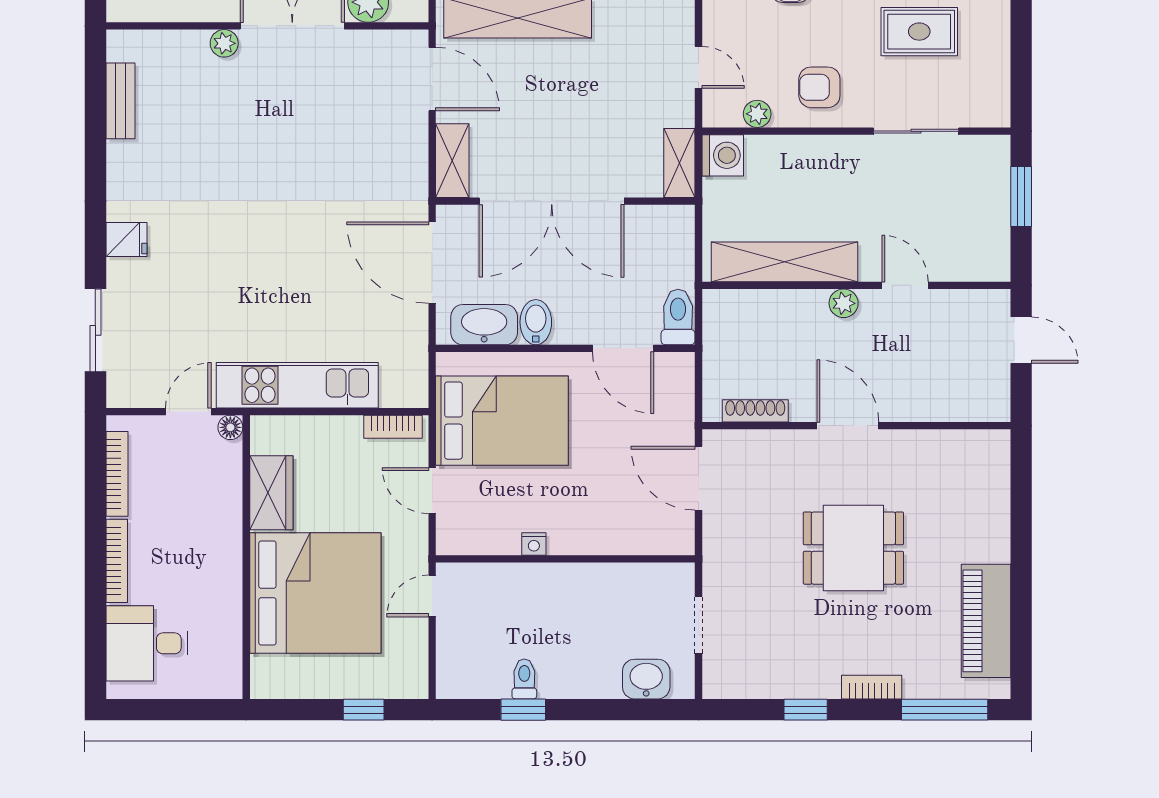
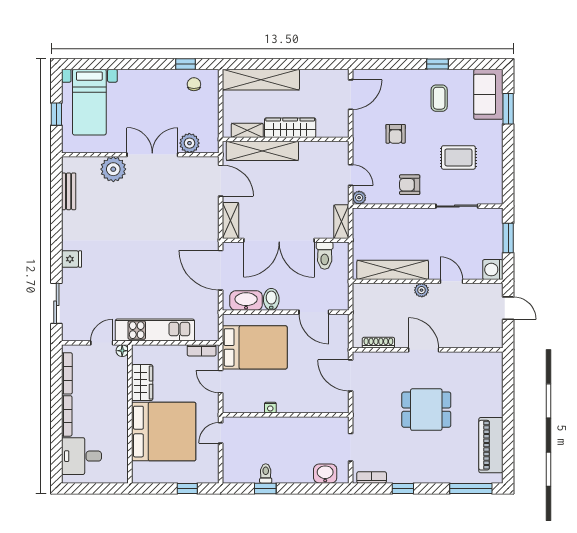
plant: (224, 43) -> (113, 169), width x1.88, depth x1.88
plant: (757, 114) -> (359, 198), moved
washing machine: (723, 155) -> (493, 270), moved, turned 180
toilet: (678, 317) -> (325, 256), moved, turned 180
bookcase: (872, 687) -> (372, 477), moved

